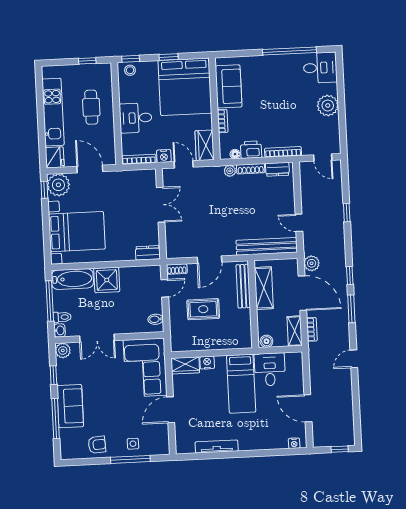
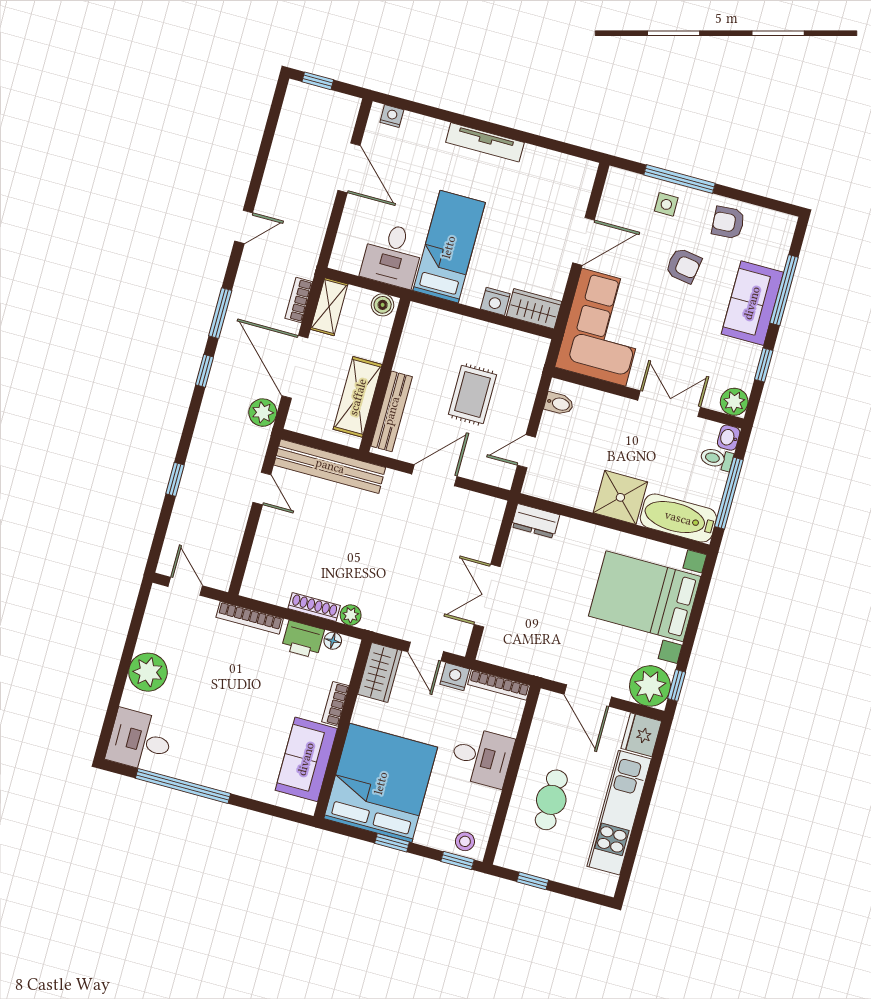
dresser: (277, 169) -> (269, 591), removed
shoe rack: (177, 269) -> (495, 477), removed
rug: (203, 309) -> (472, 394), turned 90
armchair: (113, 414) -> (684, 266), added
tv unit: (217, 446) -> (485, 142), moved

